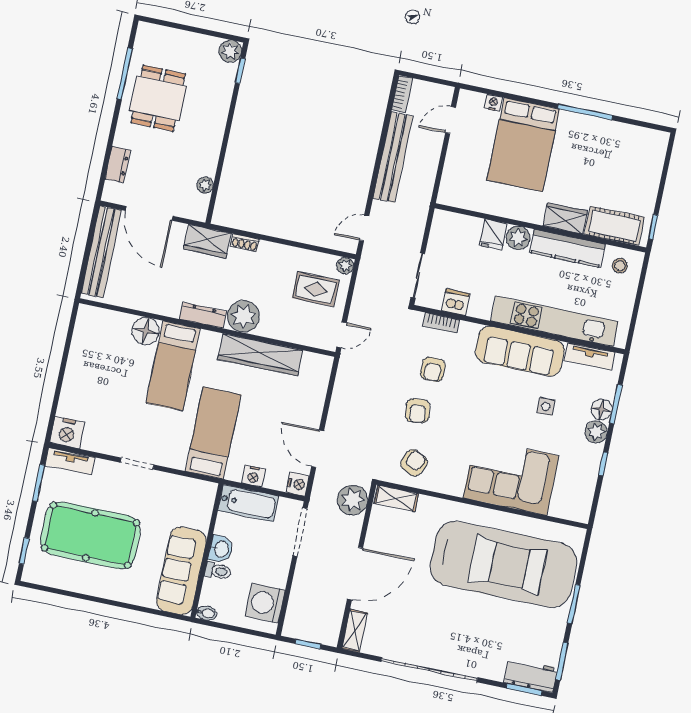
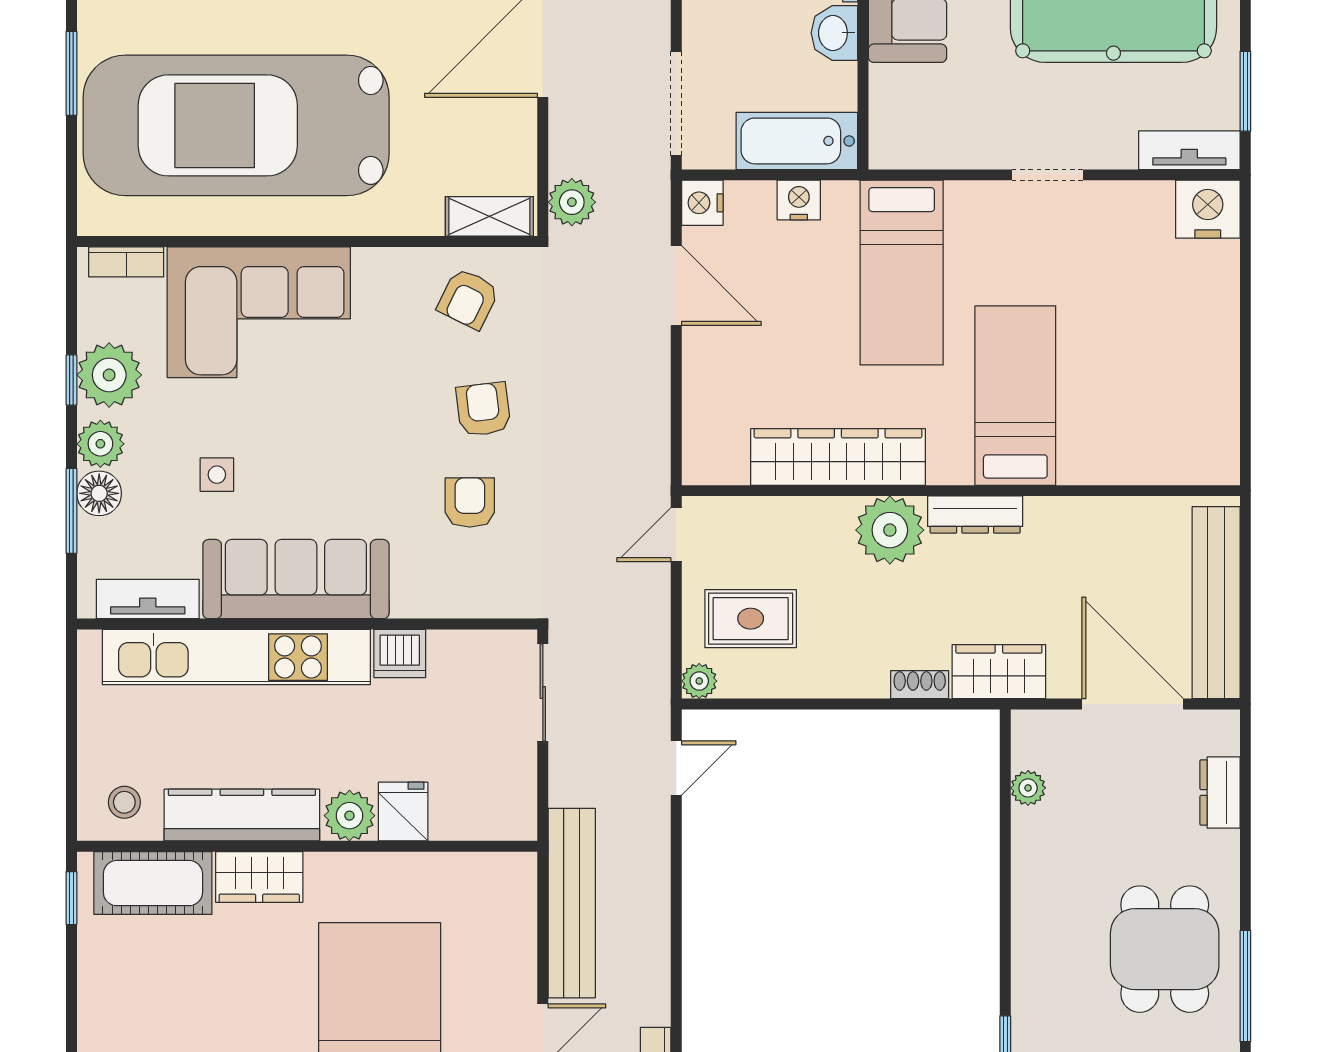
bench: (393, 157) -> (572, 903), moved
dishwasher: (456, 302) -> (400, 654), moved
bookcase: (441, 323) -> (126, 262), moved, turned 180
floor lamp: (146, 331) -> (1088, 456), removed
plant: (586, 463) -> (109, 375), added
plant: (352, 500) -> (572, 202), width x0.73, depth x0.73

